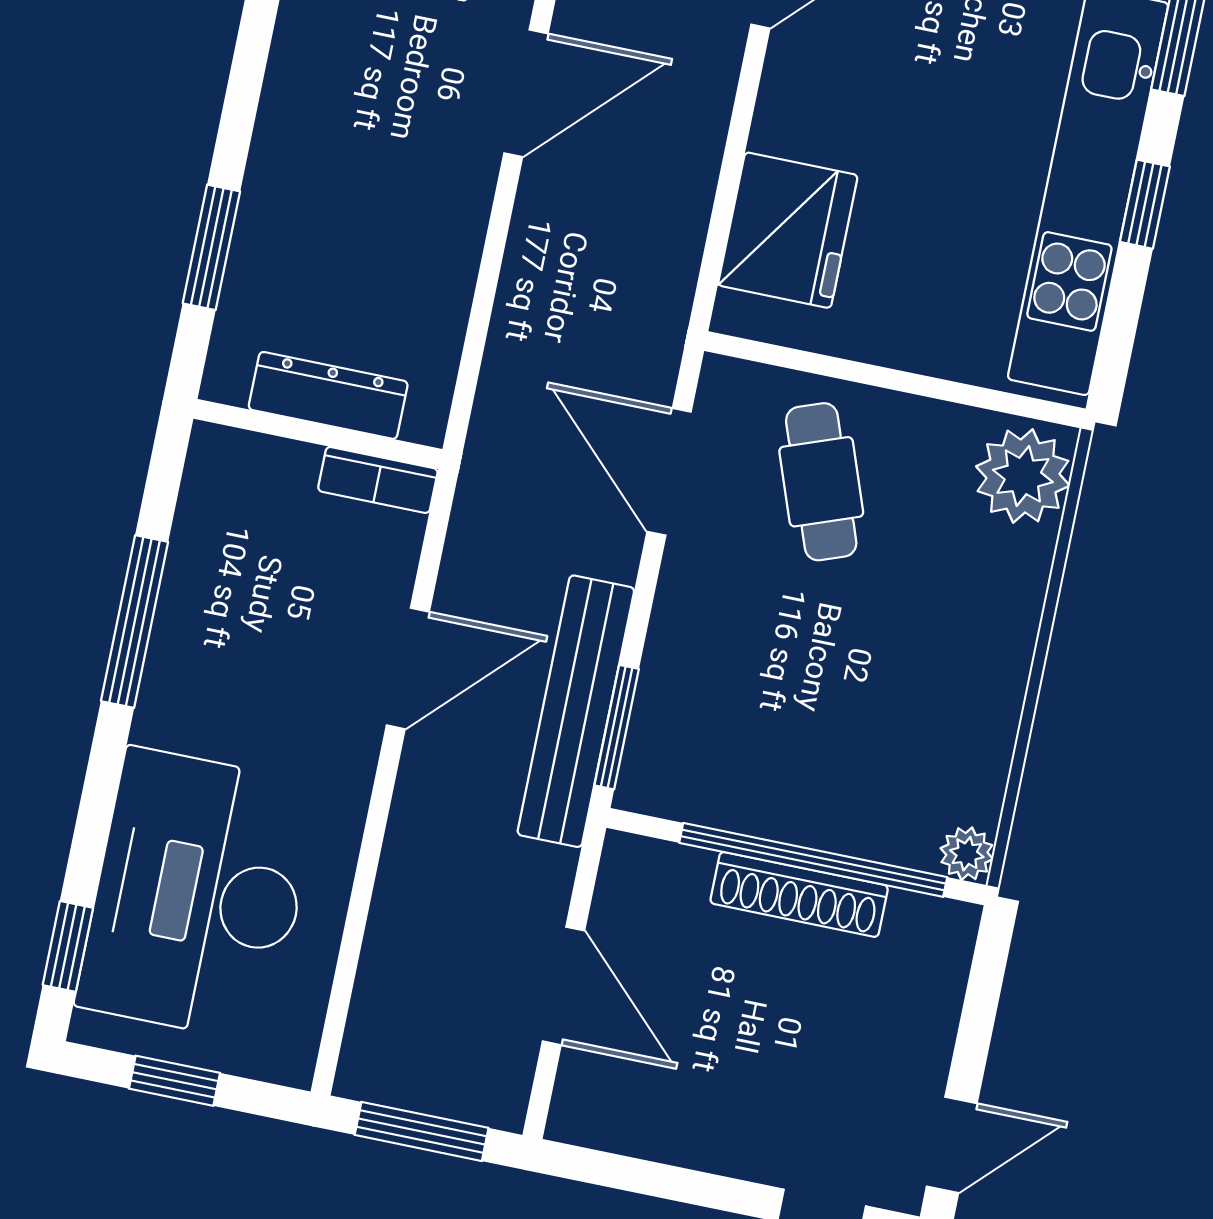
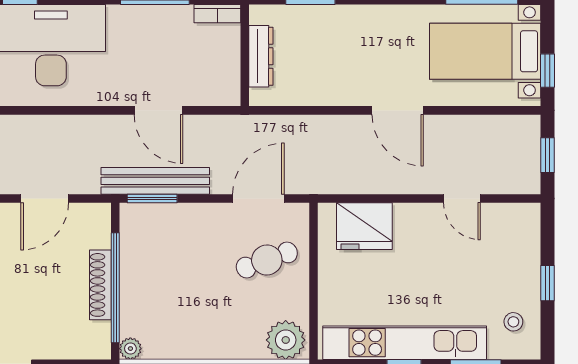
bookcase: (378, 480) -> (217, 14), moved, turned -90

